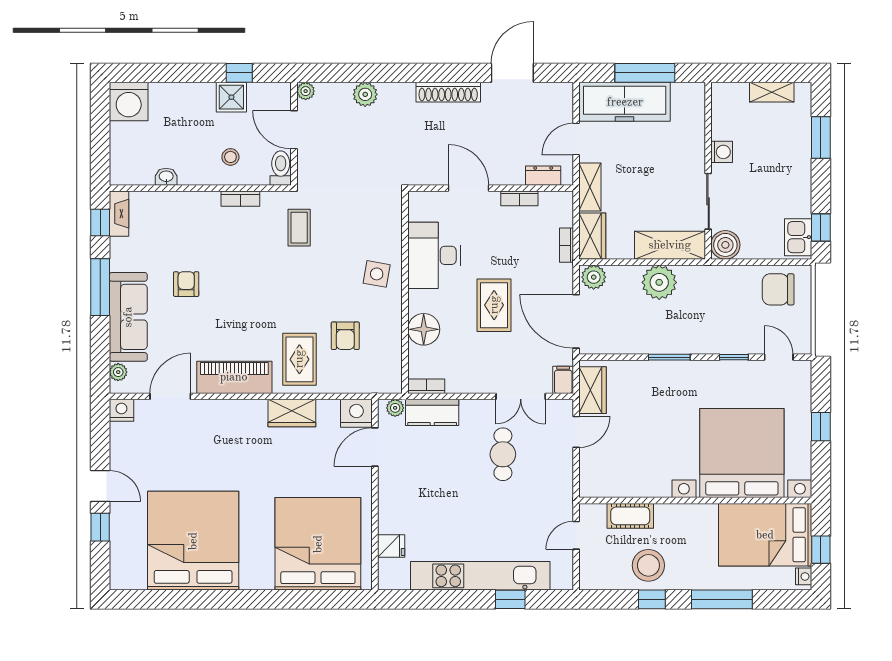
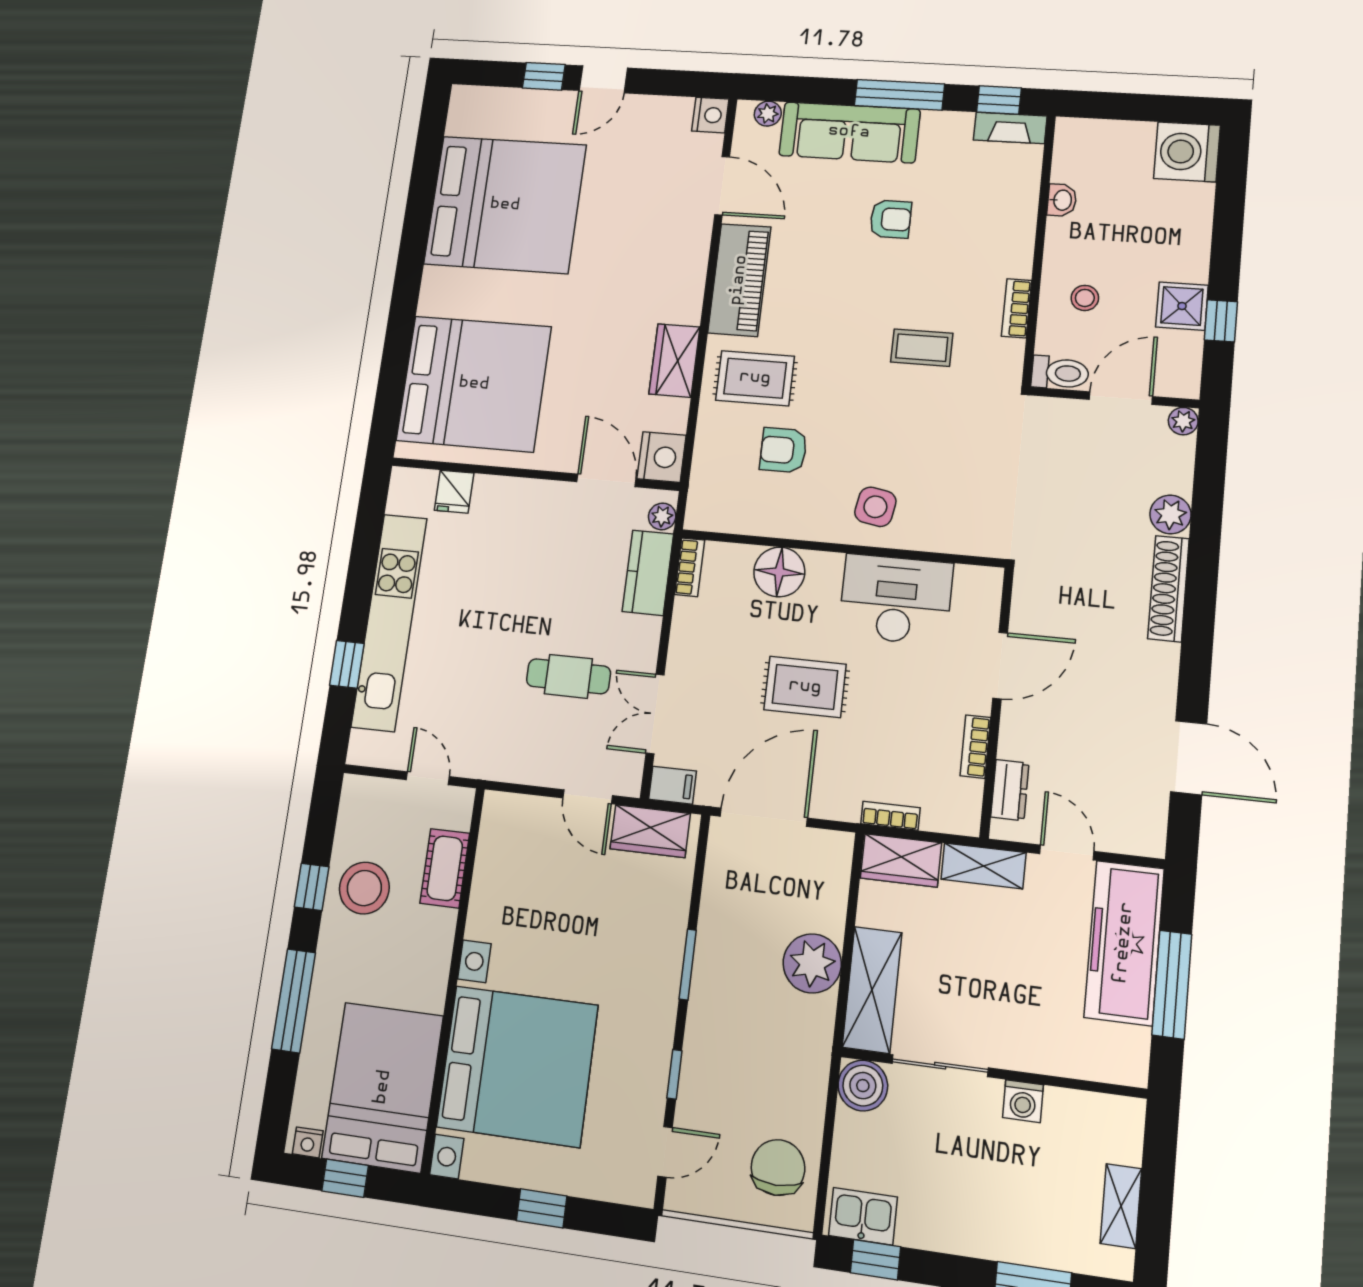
shoe rack: (448, 92) -> (1168, 589), moved
coffee table: (299, 228) -> (922, 348), moved
plant: (594, 277) -> (833, 855), removed

